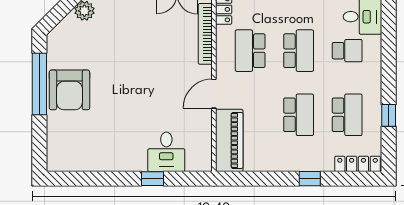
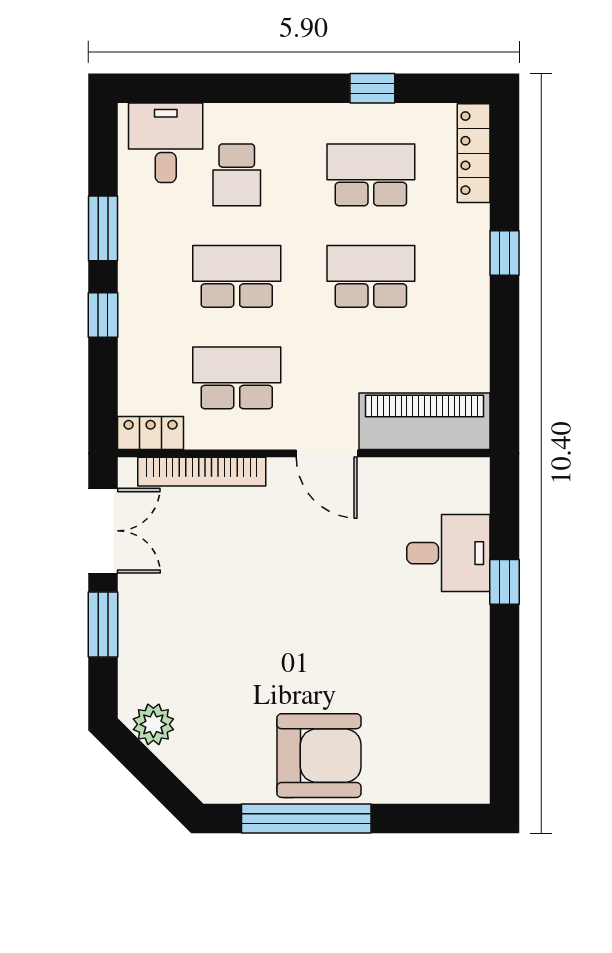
school desk: (250, 51) -> (237, 378), turned 180
school desk: (347, 51) -> (237, 175), turned 180

